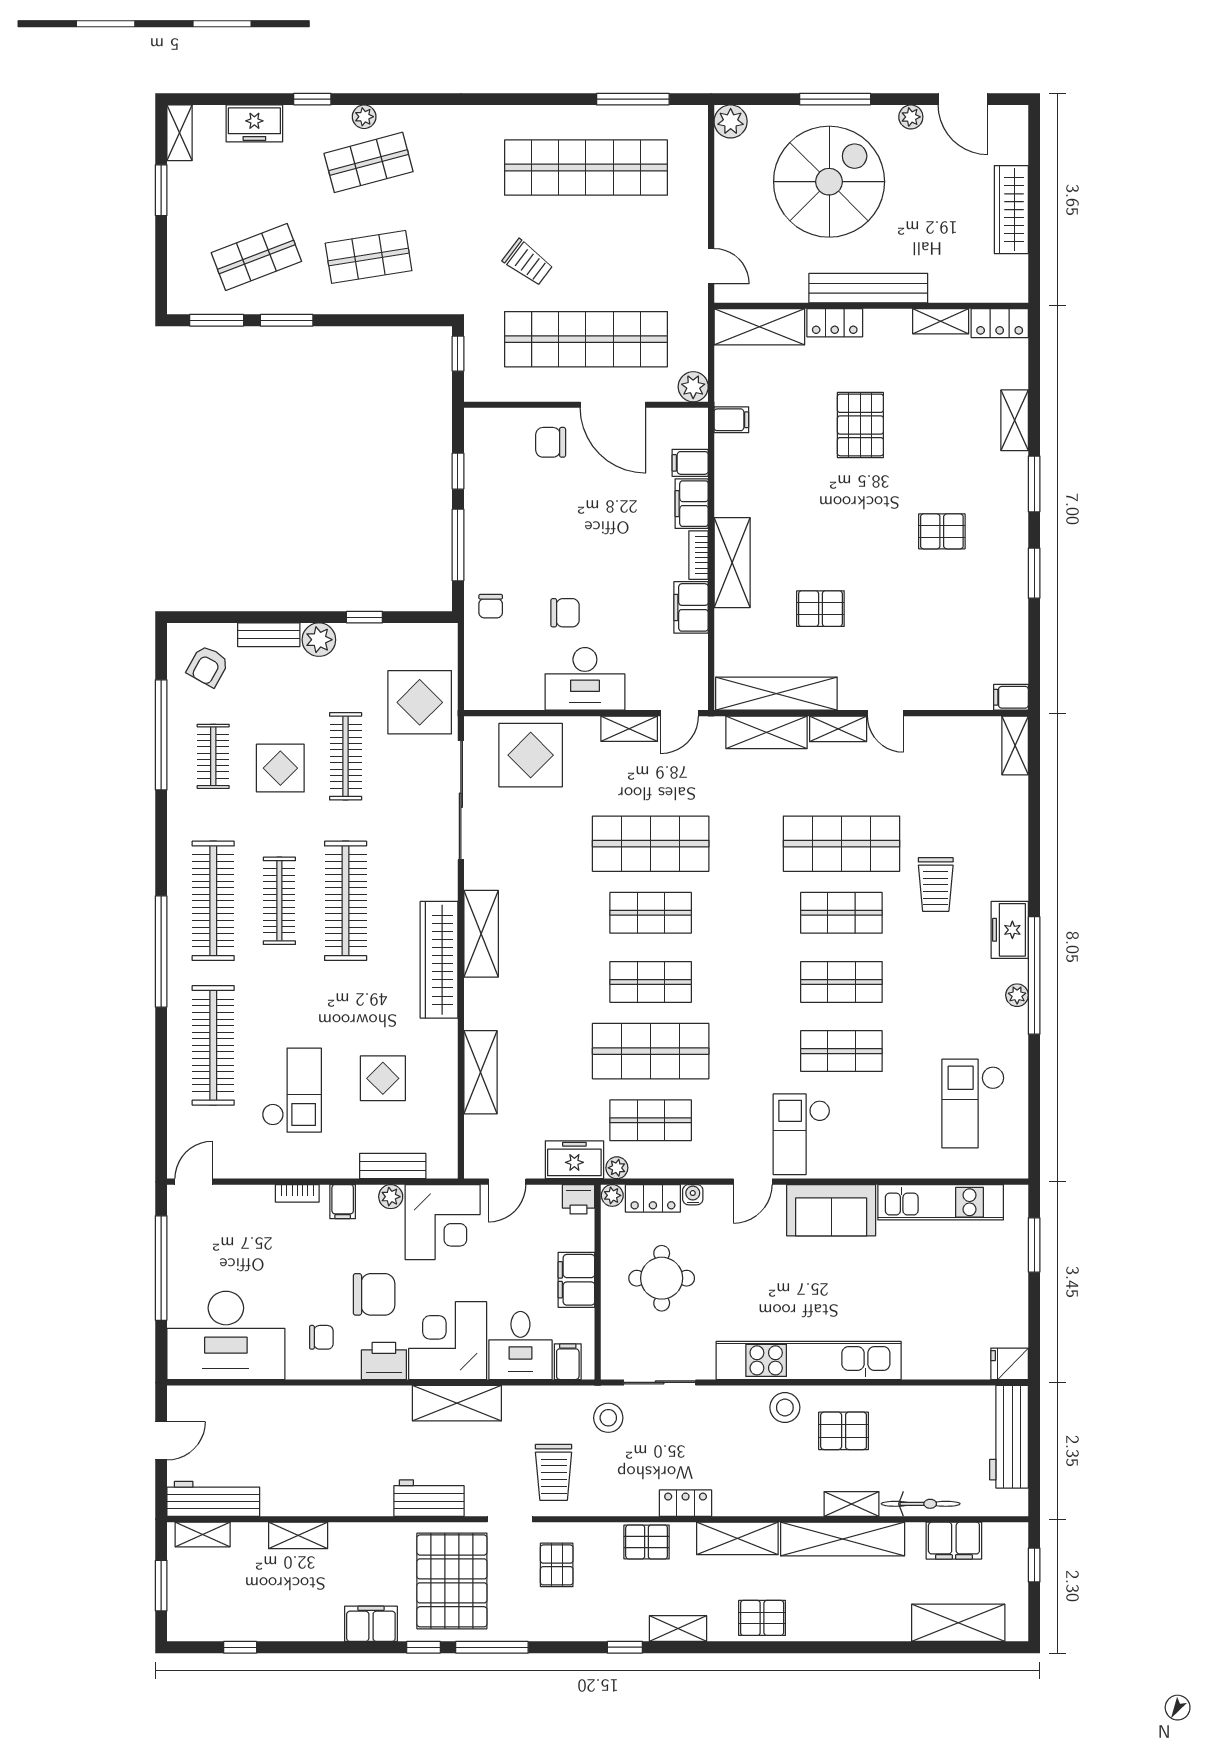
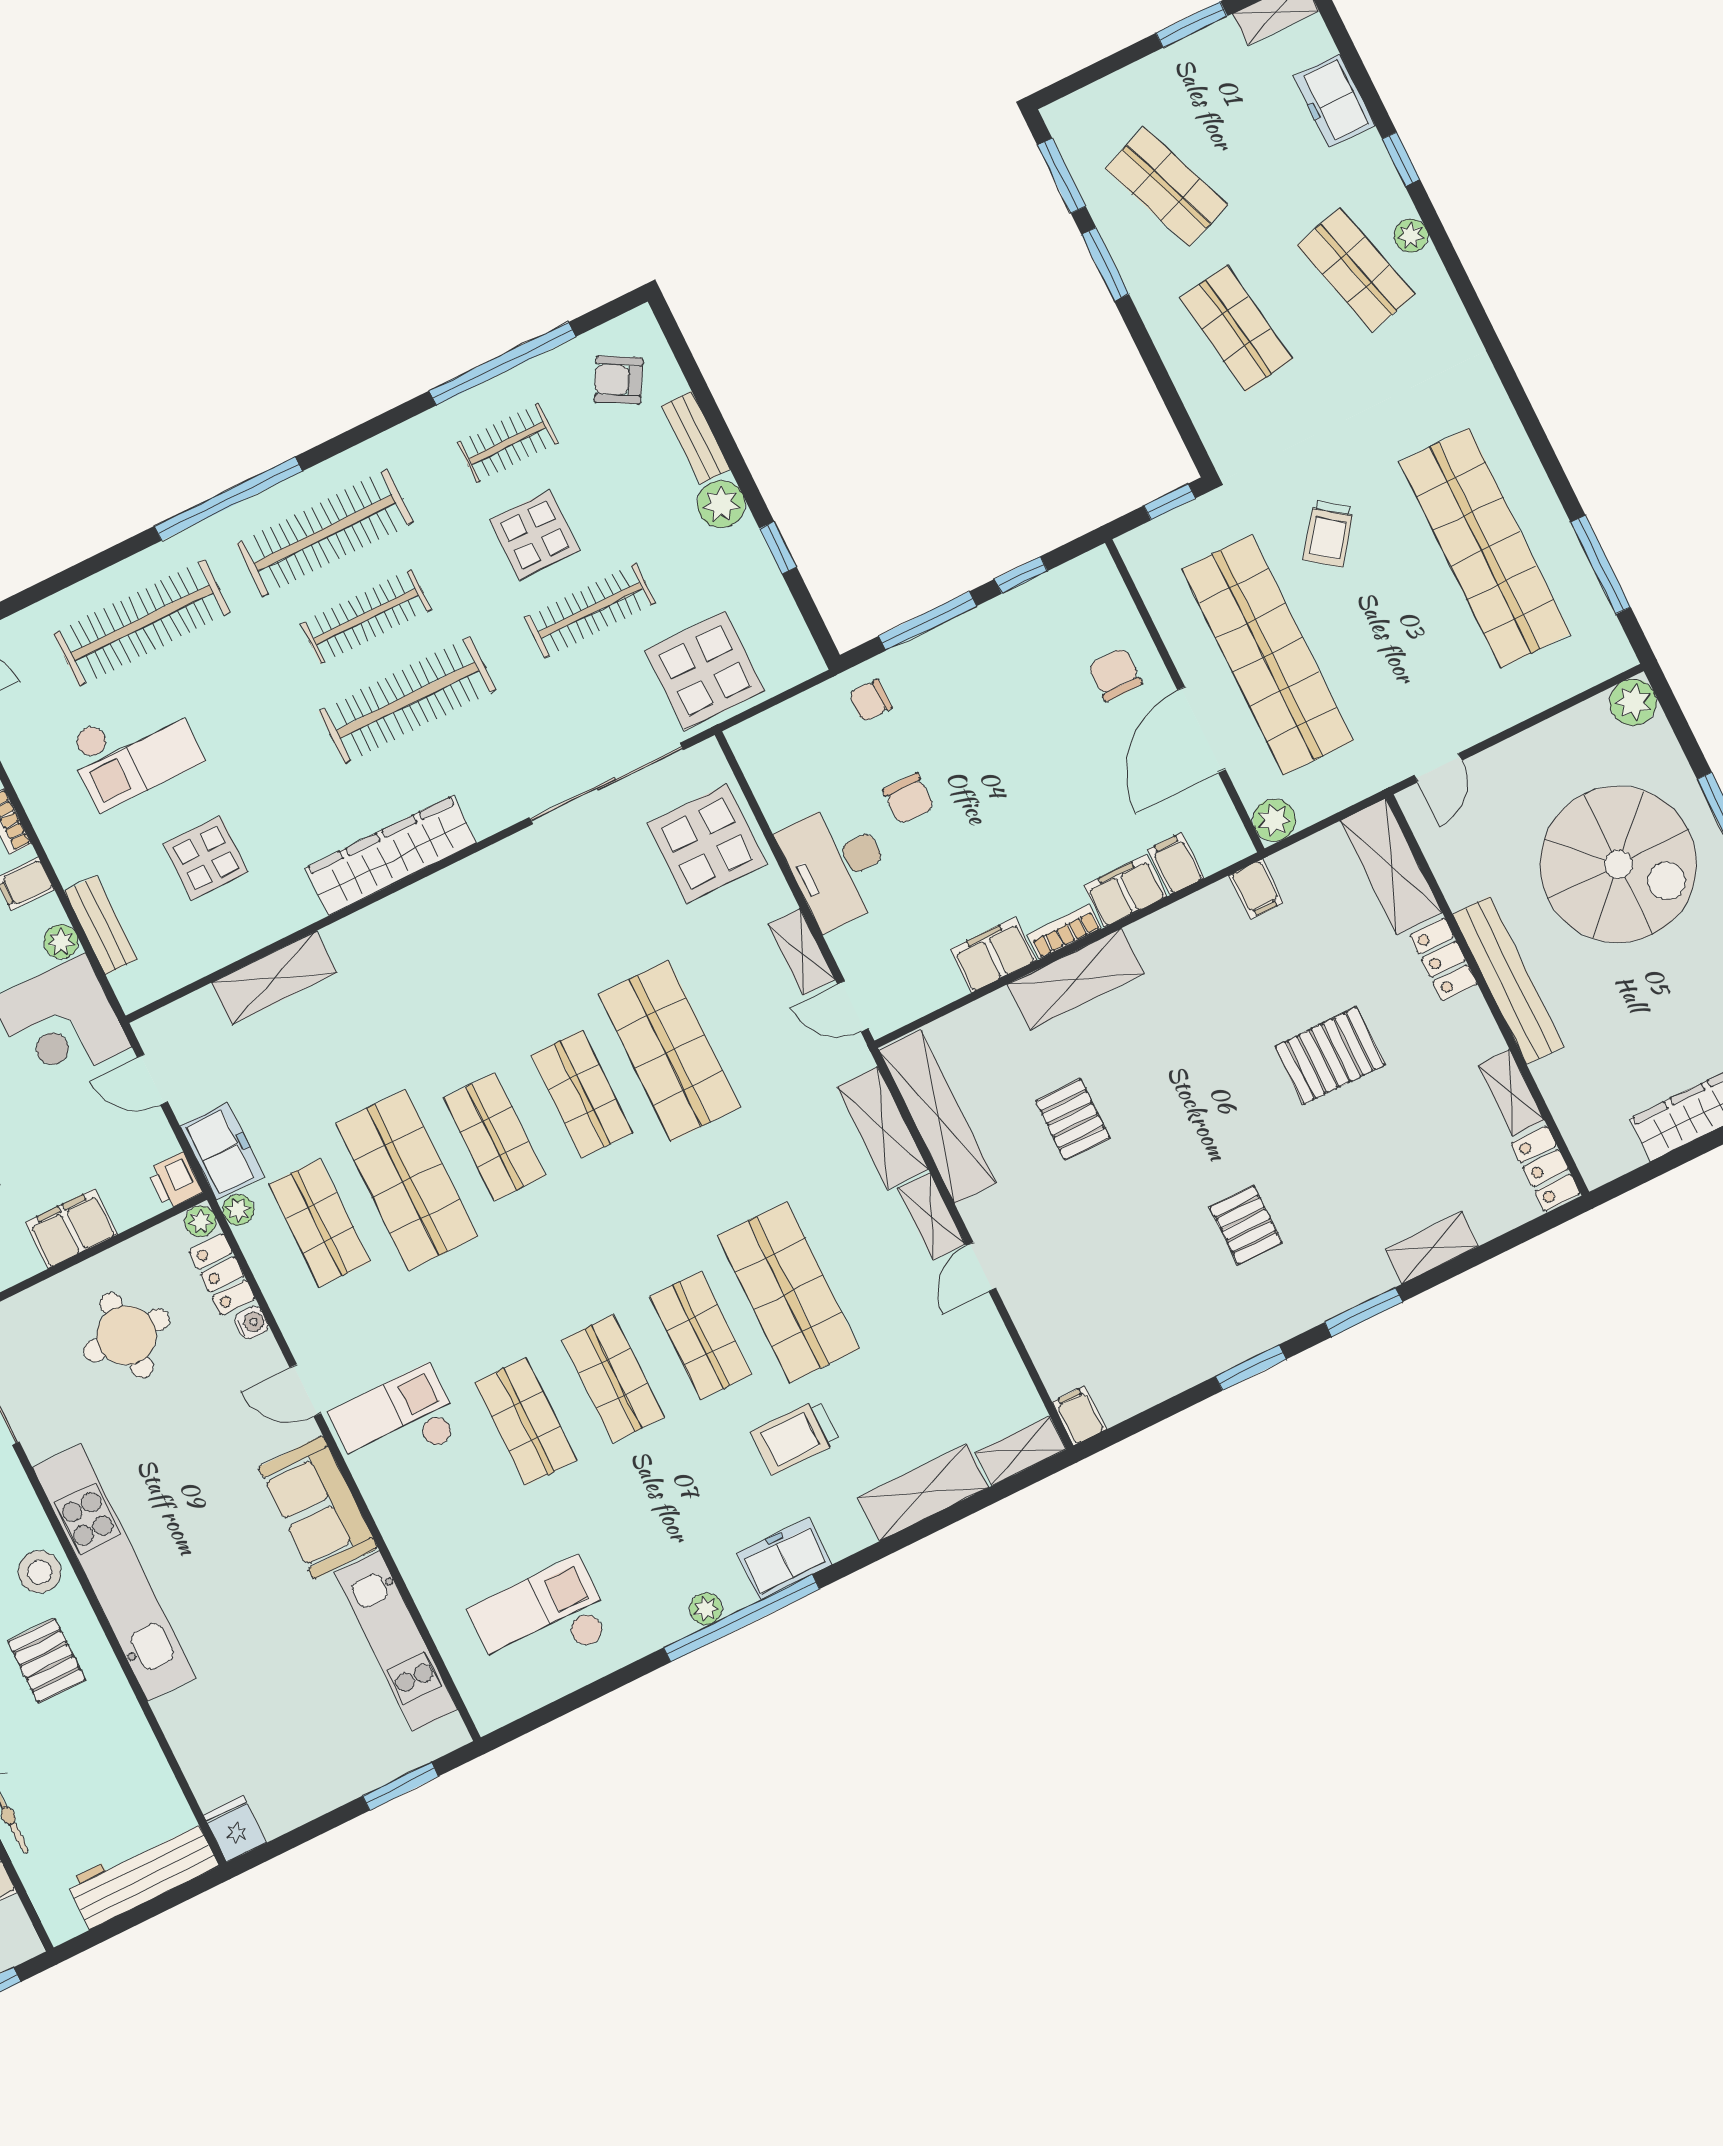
shelving: (481, 934) -> (923, 1492), moved

